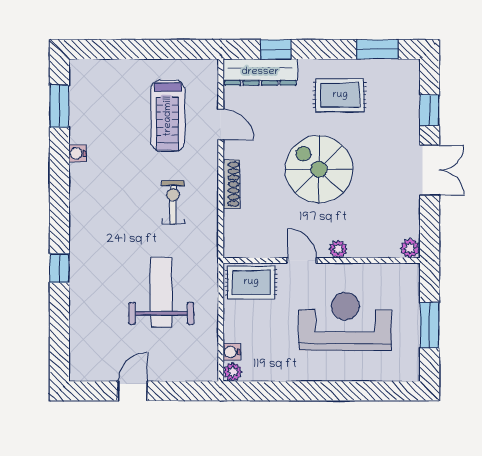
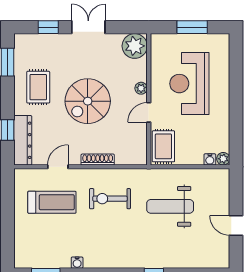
exercise bike: (173, 203) -> (110, 199), width x1.38, depth x1.39
plant: (410, 248) -> (135, 46), width x1.87, depth x1.87

